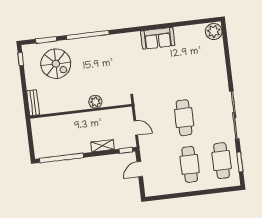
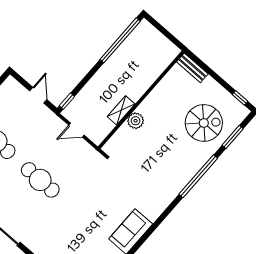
spiral stairs: (56, 64) -> (204, 123), turned 180
shelving: (103, 146) -> (121, 110), moved

